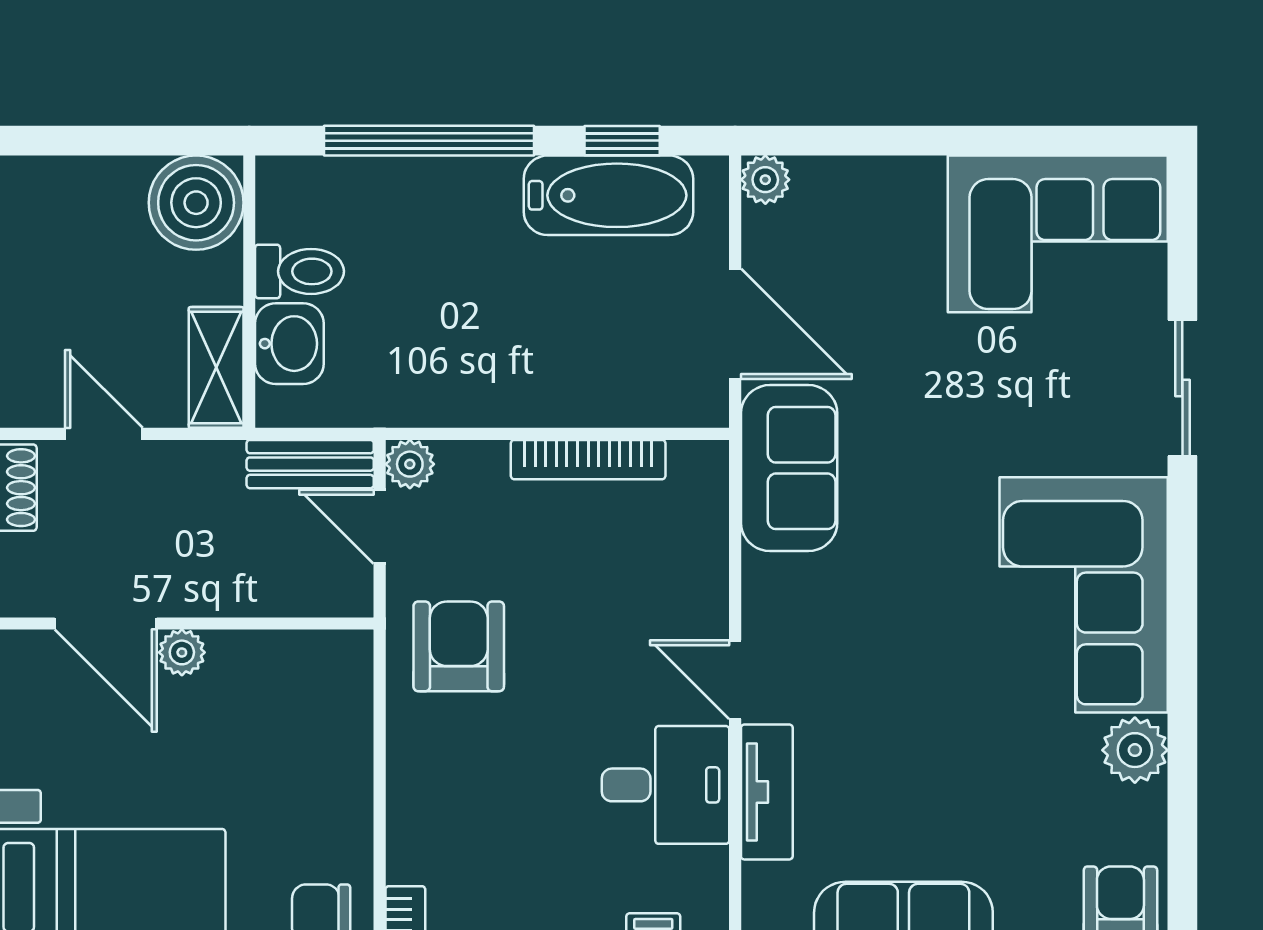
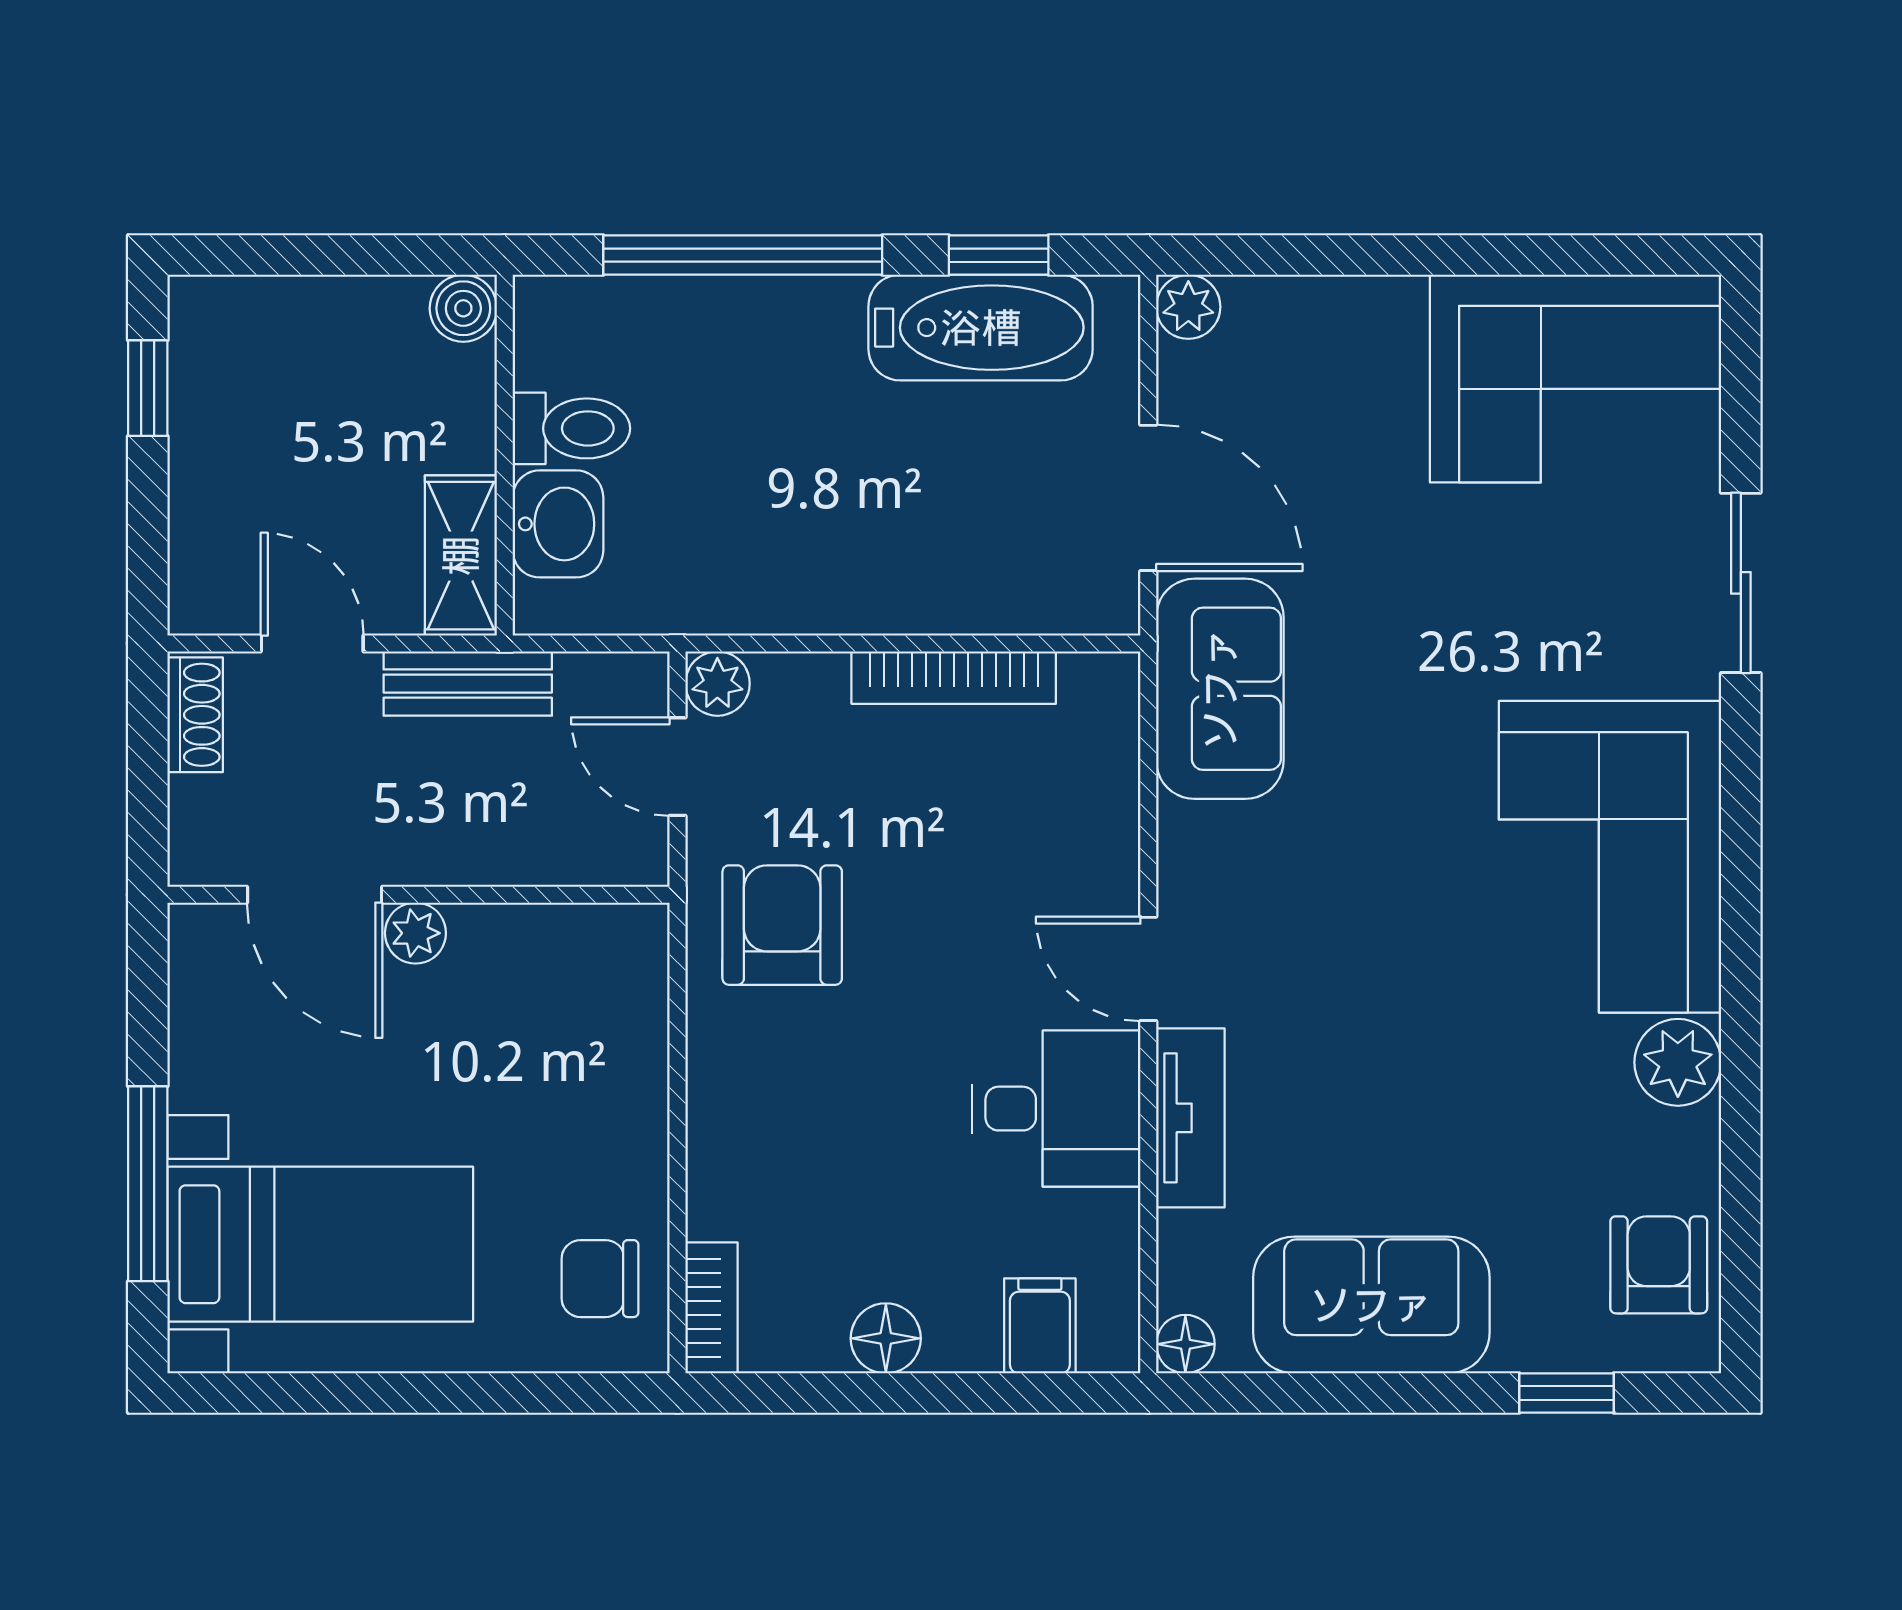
boiler: (196, 203) -> (463, 308), width x0.54, depth x0.54
bench: (310, 464) -> (468, 684), moved

